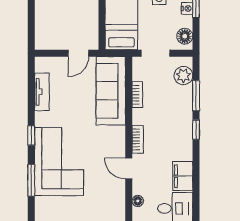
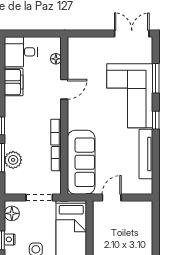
plant: (183, 76) -> (13, 160), moved
tv unit: (42, 92) -> (146, 154), width x1.41
bookcase: (138, 139) -> (56, 132), moved
door: (129, 168) -> (64, 89), hinge flipped

